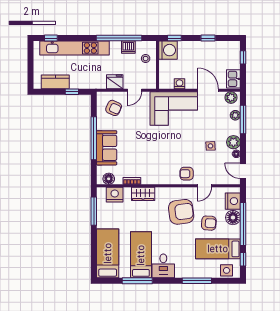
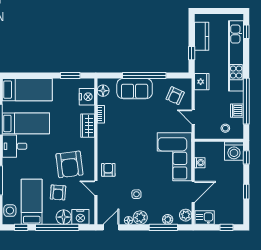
fridge: (115, 82) -> (202, 82), moved
window: (94, 211) -> (70, 75), width x0.69

